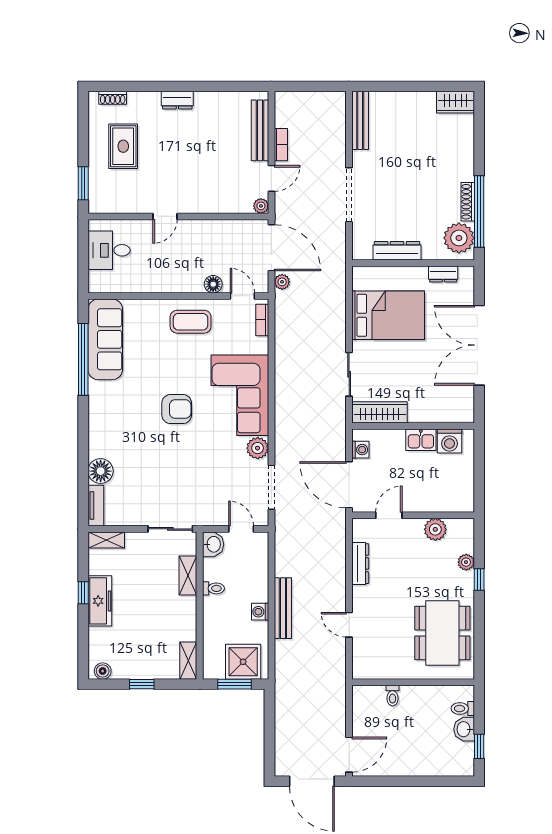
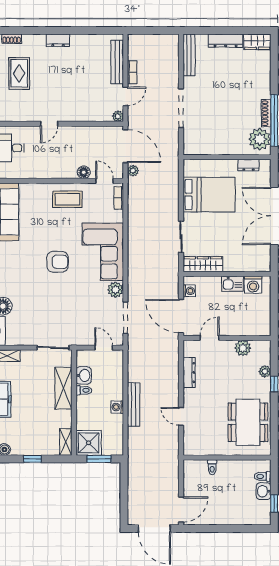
dresser: (397, 251) -> (226, 41), moved, turned 180
washbasin: (213, 544) -> (84, 375), moved
shelving: (188, 576) -> (63, 388), width x1.50, depth x1.33
shower: (243, 662) -> (89, 443), moved

